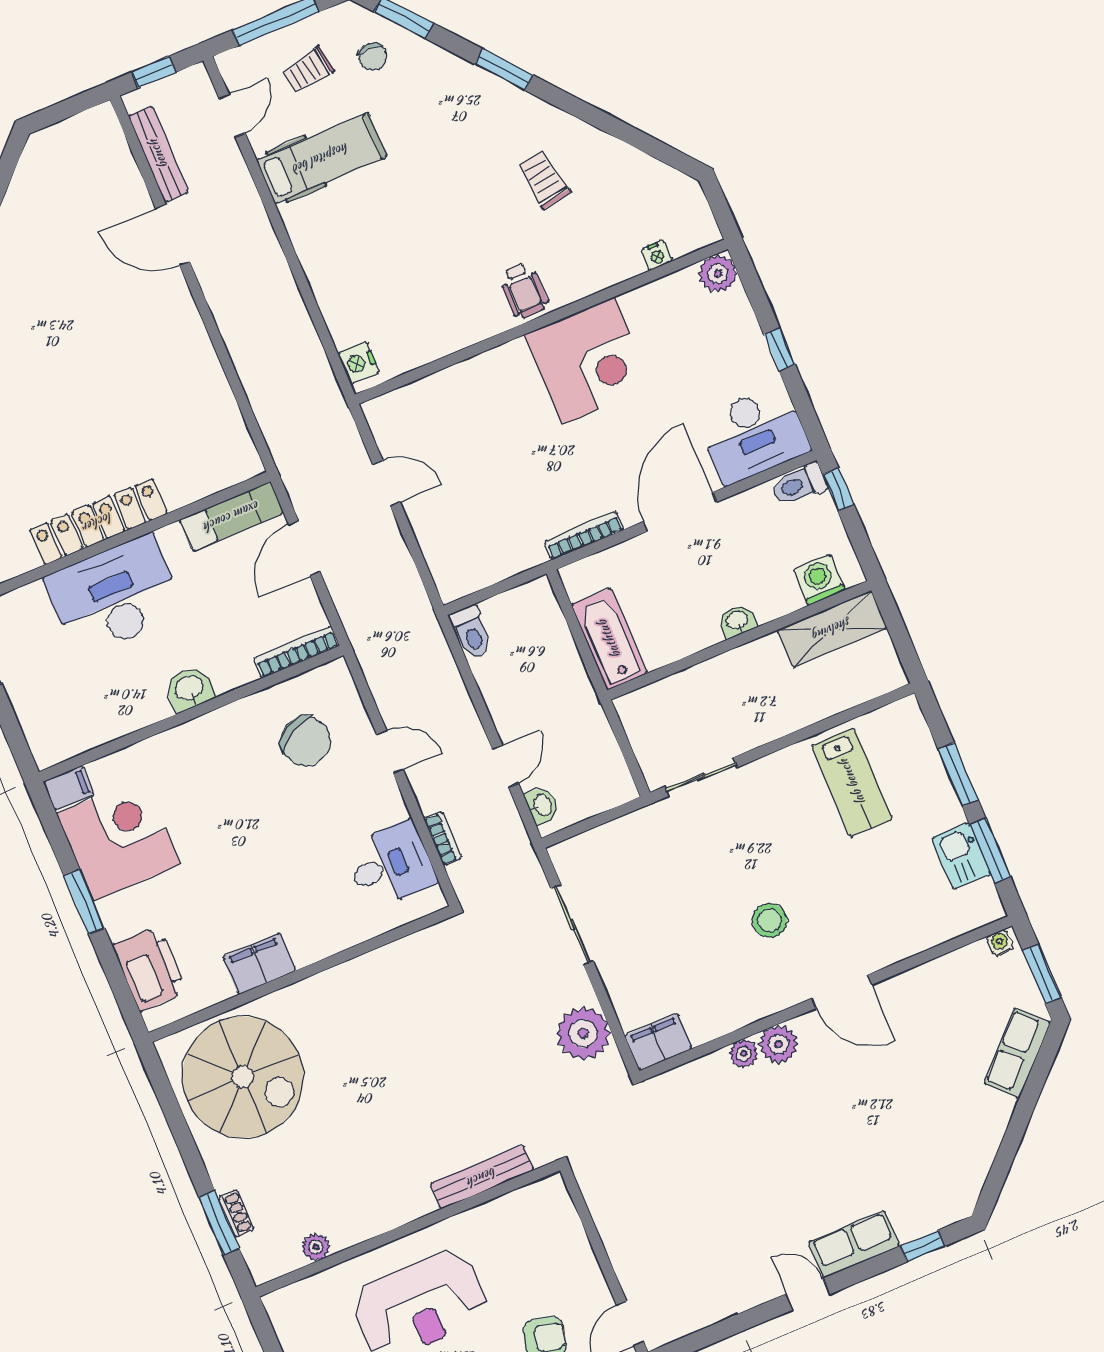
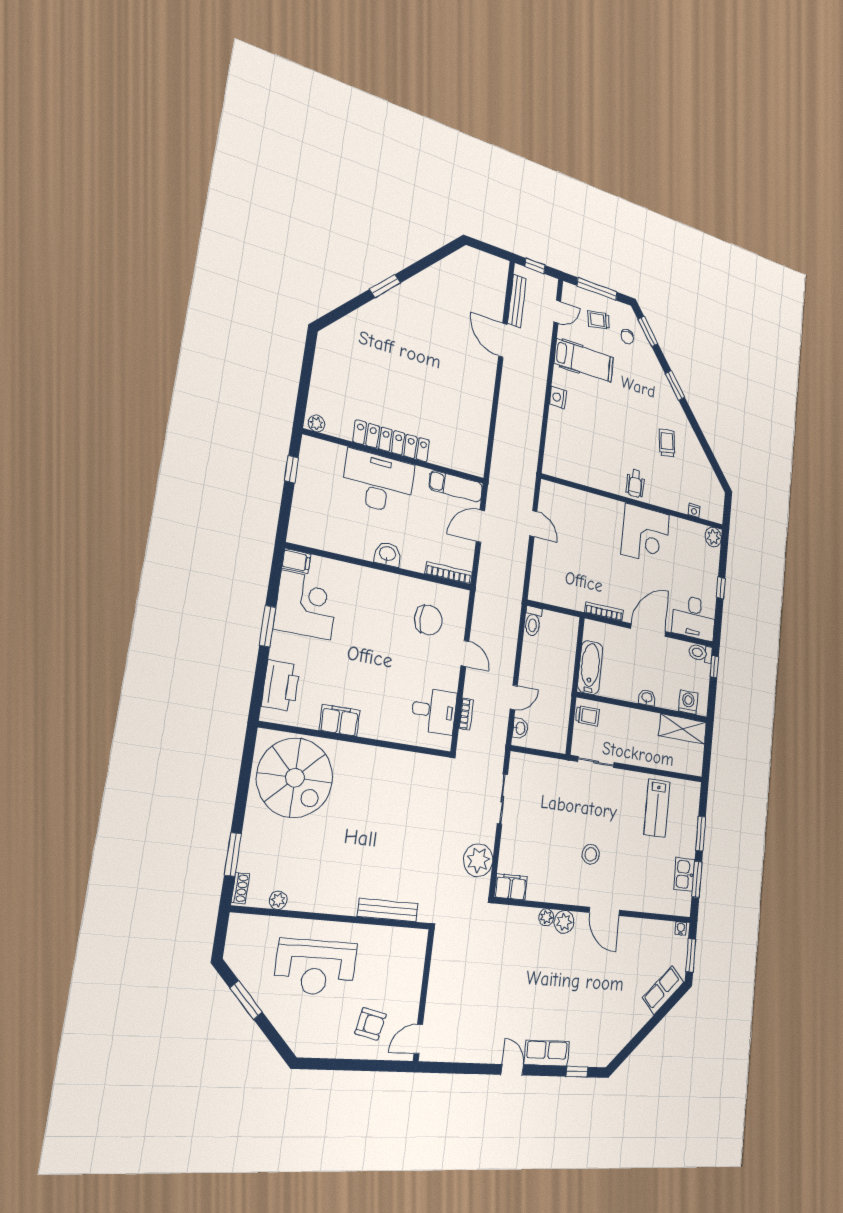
nightstand: (359, 363) -> (558, 397), moved
trolley: (646, 716) -> (587, 716), added
chair: (306, 741) -> (428, 620), turned -60
shoe rack: (236, 1213) -> (240, 888), moved

